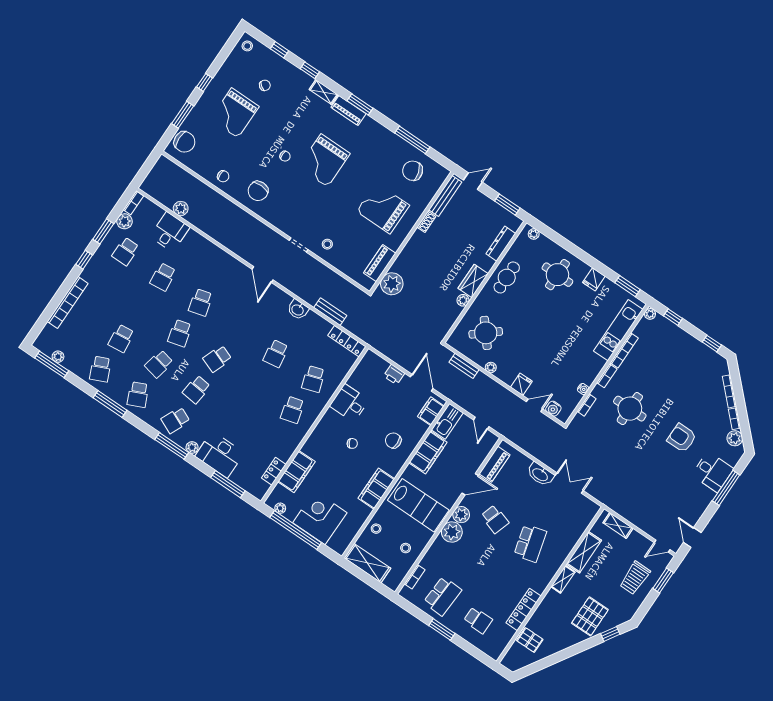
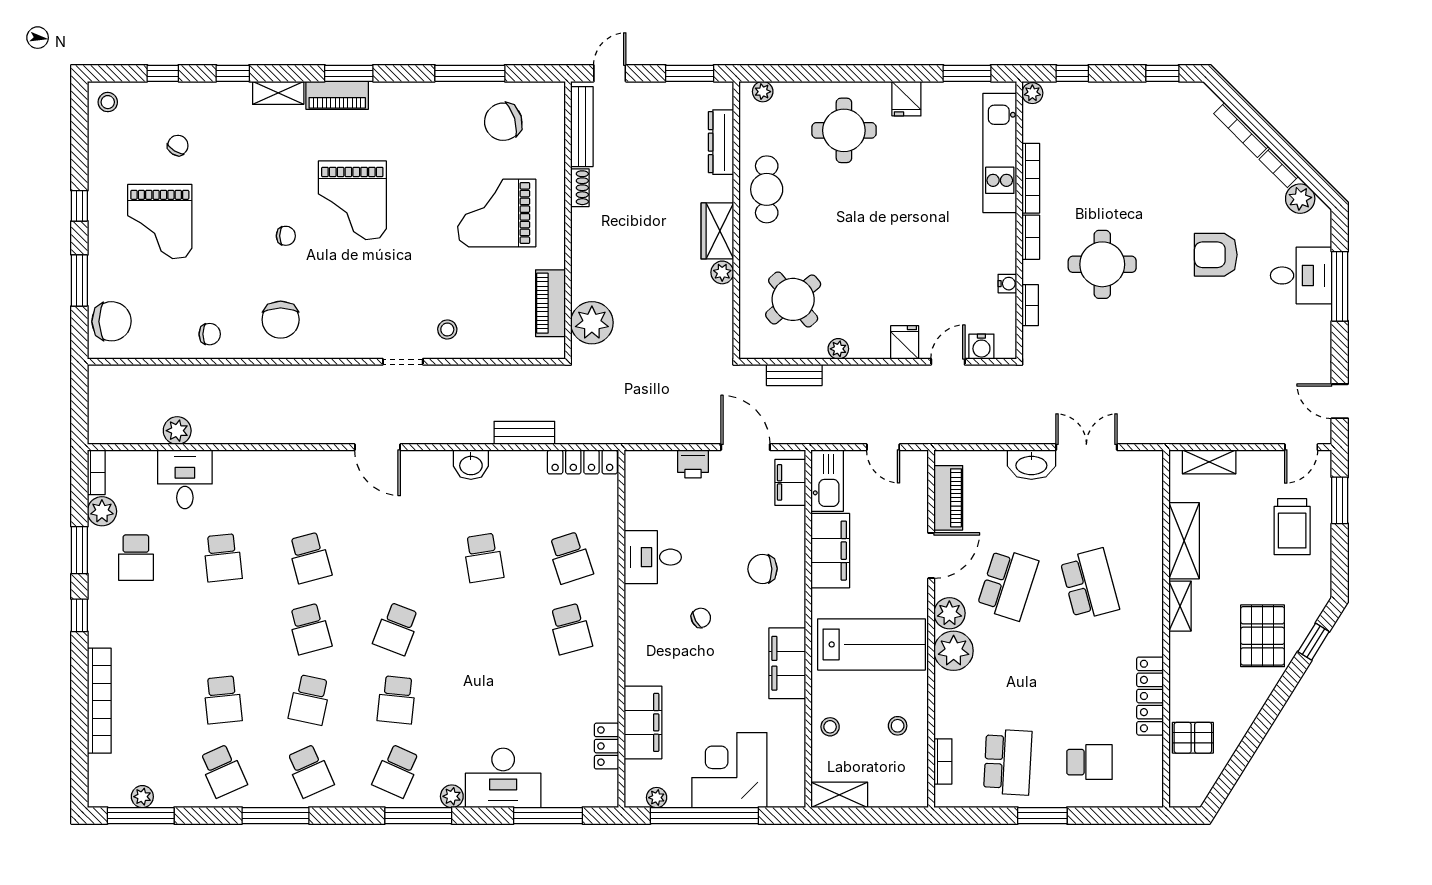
school desk: (495, 519) -> (1008, 584), width x1.85
shelving: (367, 563) -> (839, 795), width x0.67, depth x0.75

